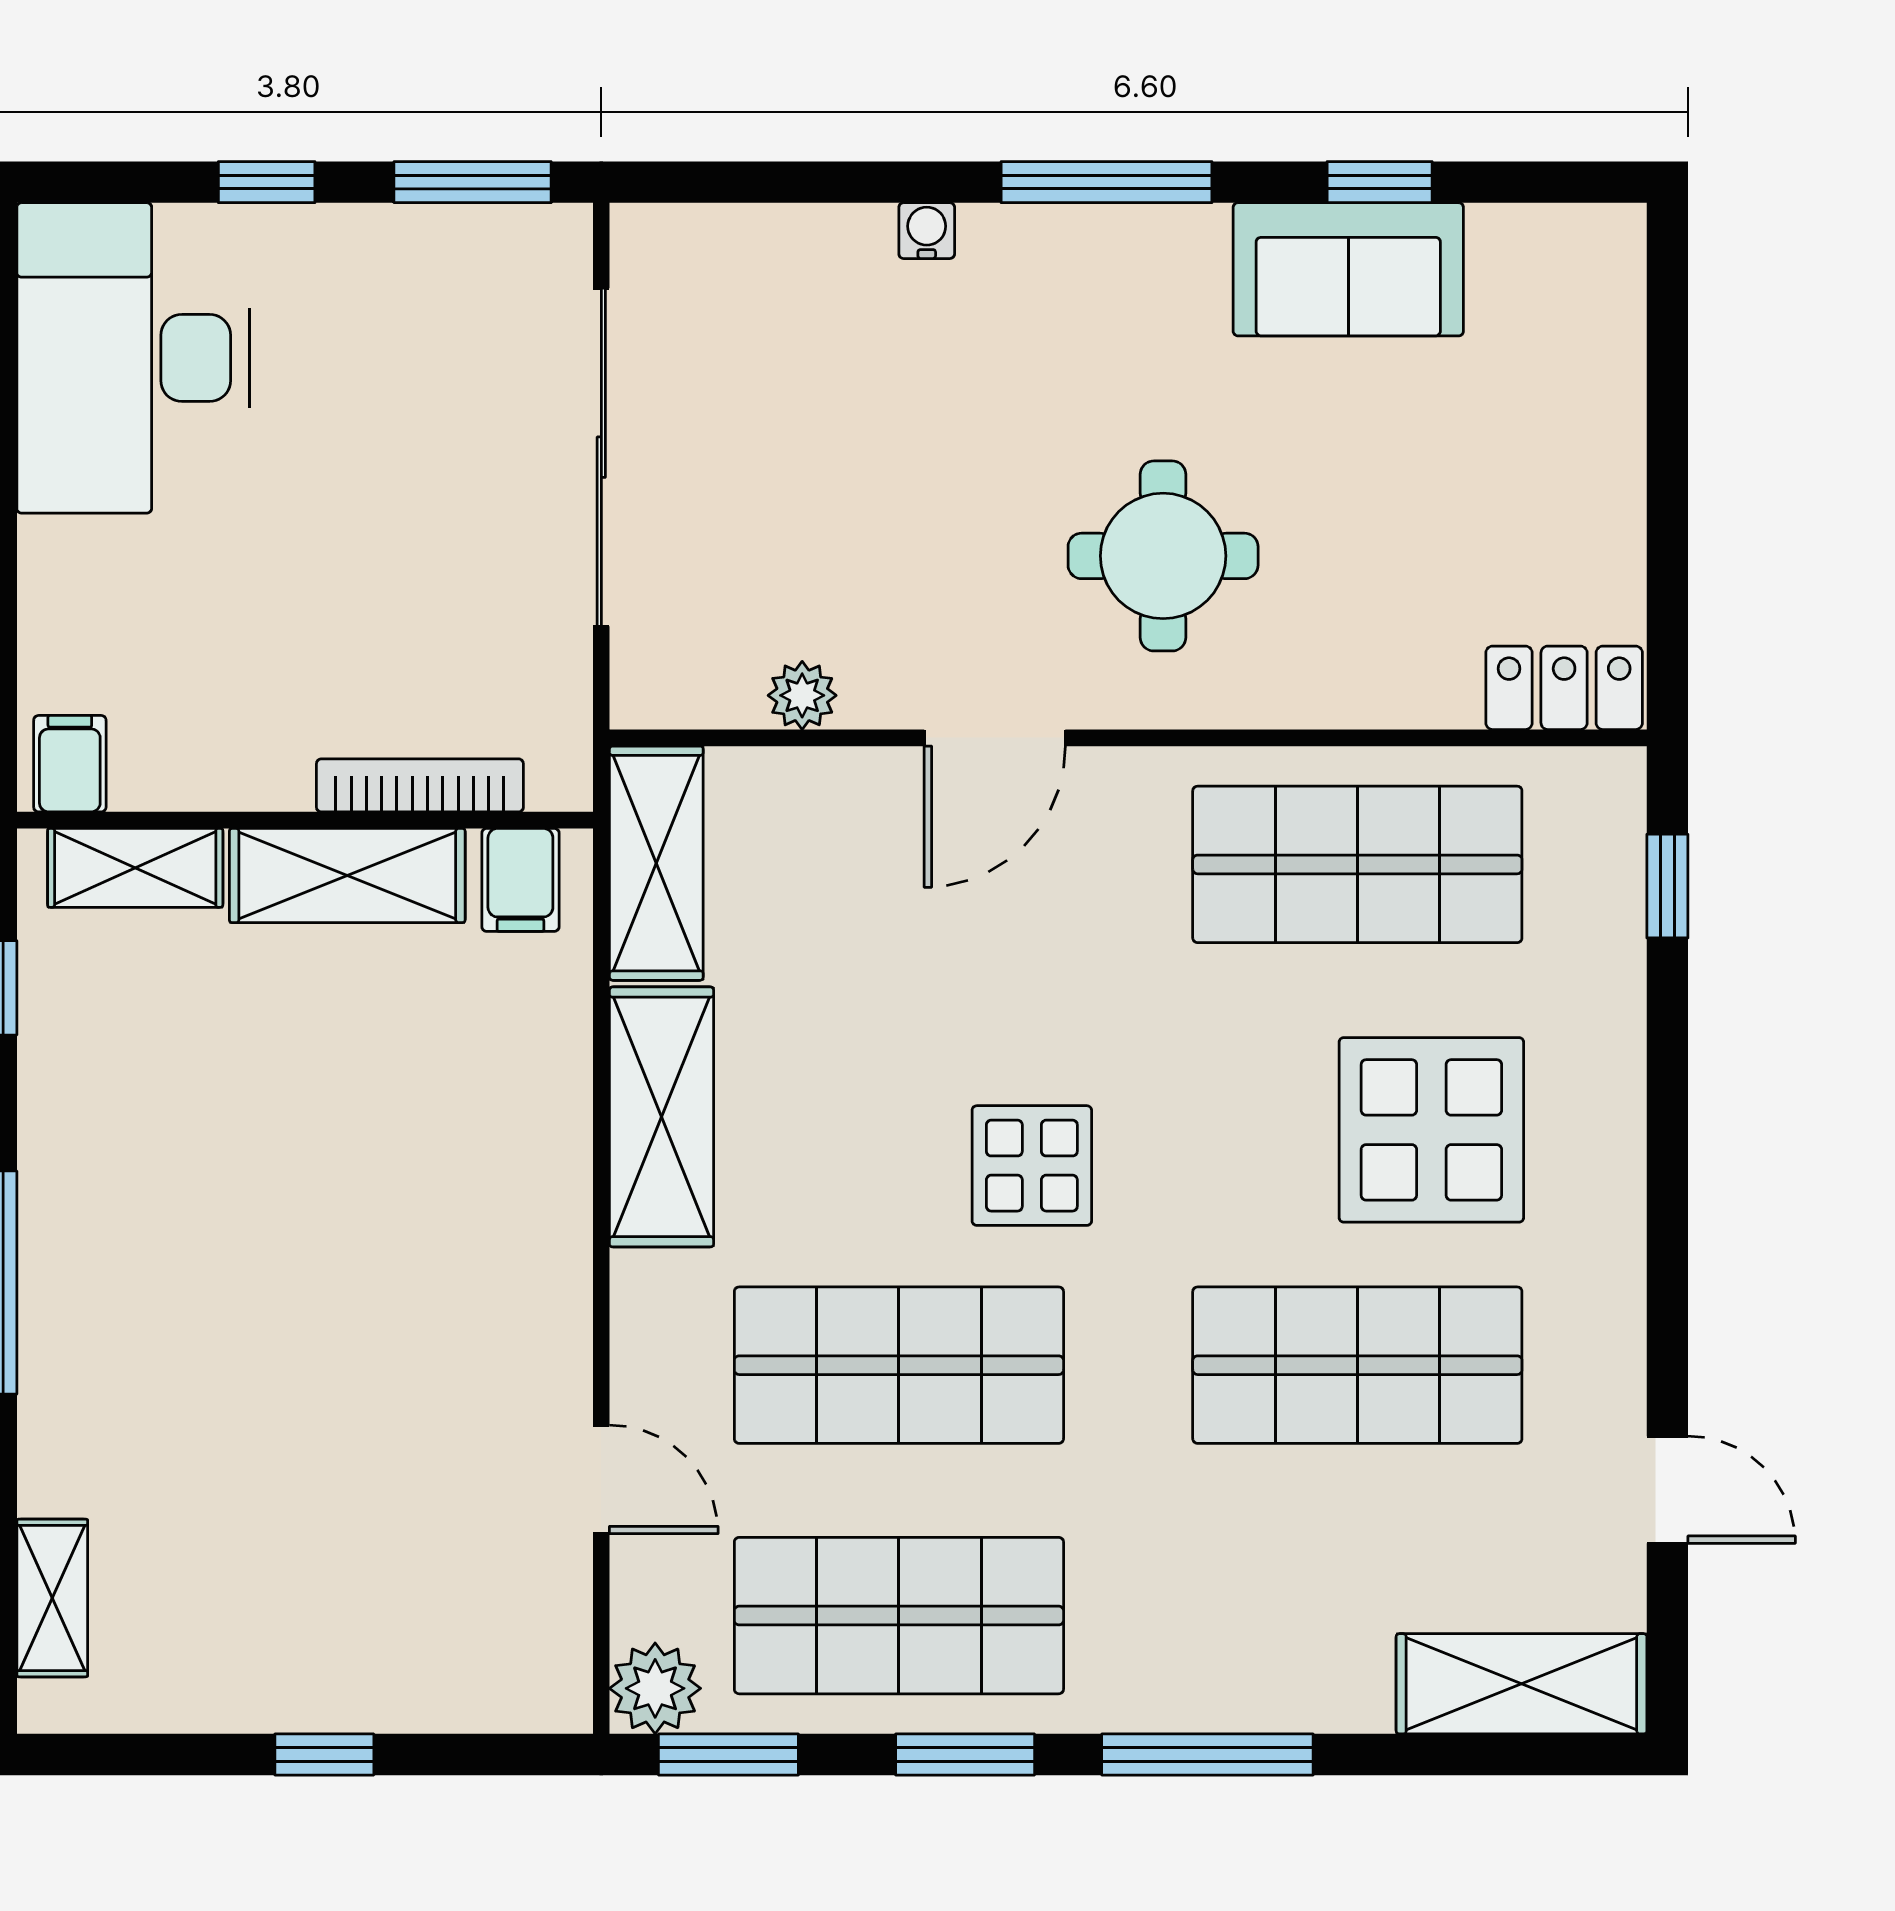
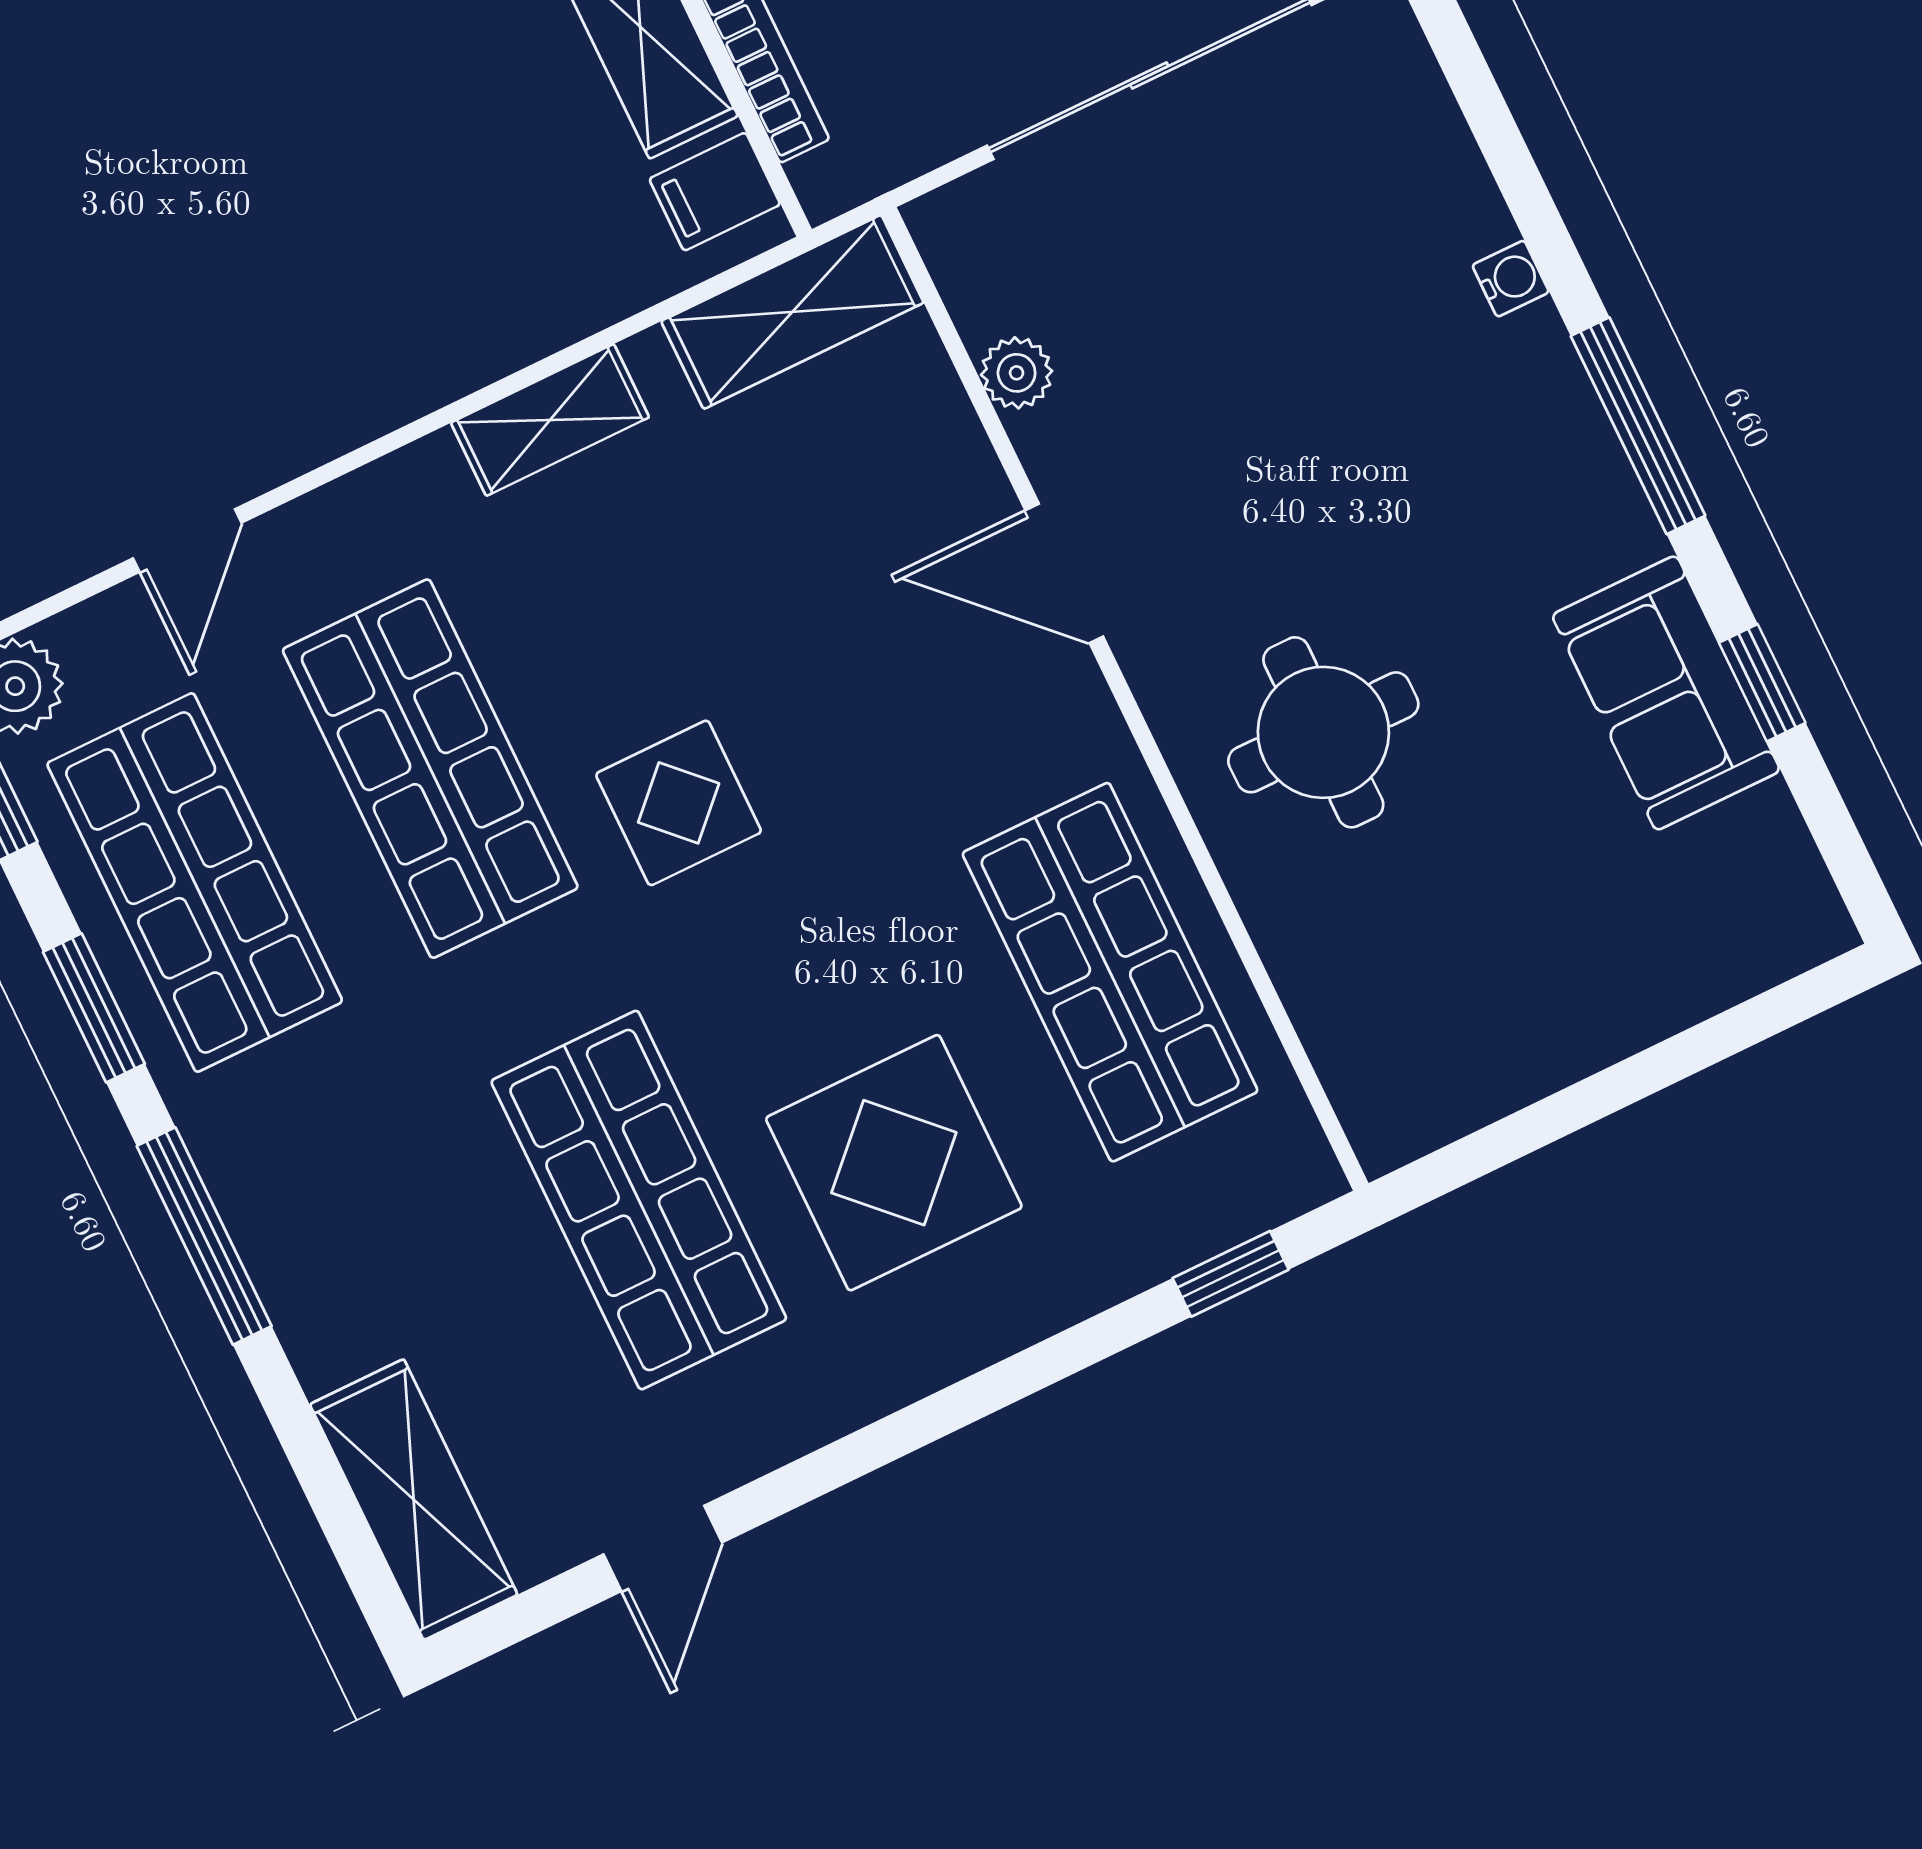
round table: (1163, 556) -> (1323, 732), moved
locker: (1564, 688) -> (1370, 1086), removed
shelving: (662, 1117) -> (550, 420), width x0.67, depth x0.75

